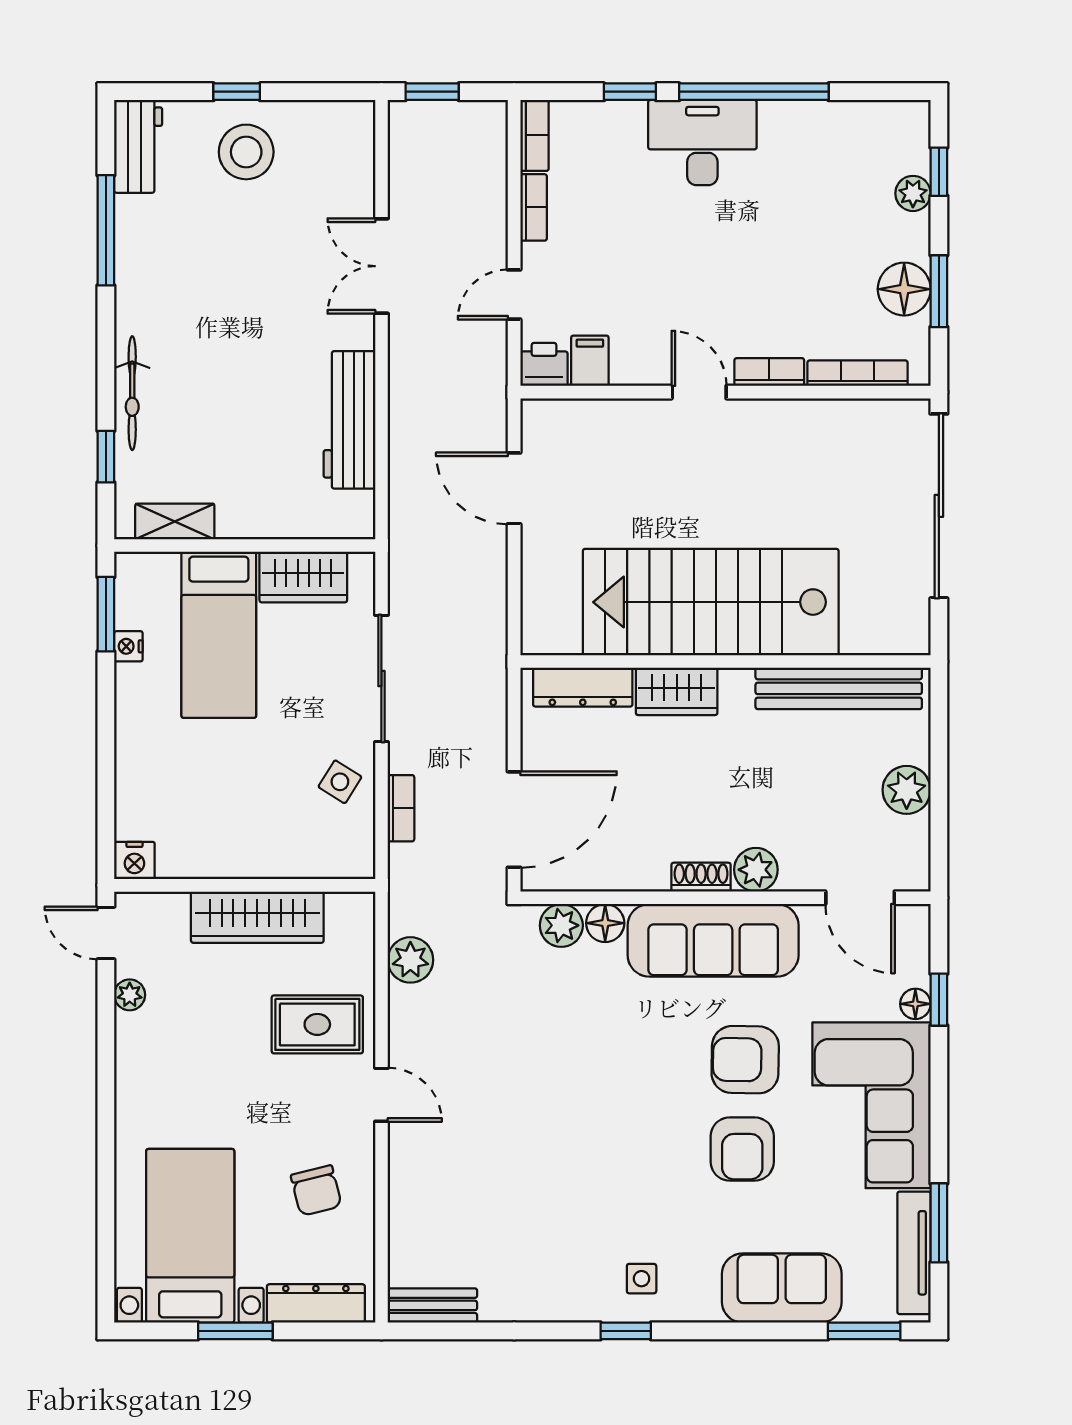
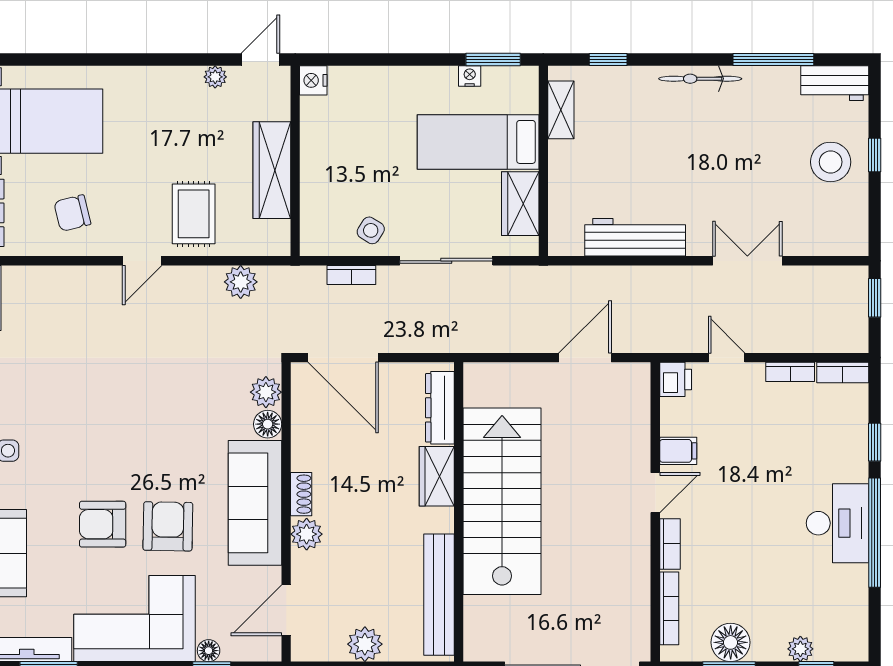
desk: (702, 143) -> (838, 523), moved
filing cabinet: (590, 361) -> (678, 451), moved
bicycle: (132, 393) -> (700, 79), moved

